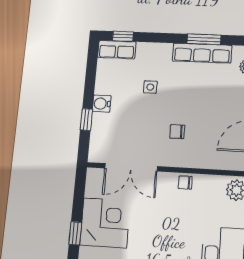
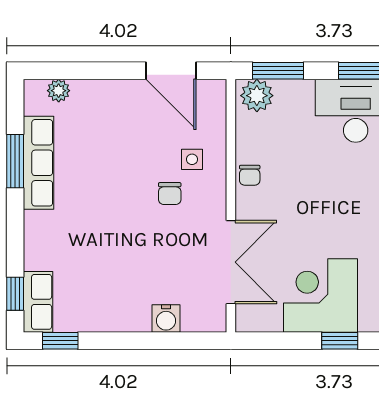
side table: (150, 87) -> (192, 159), moved
water cooler: (102, 104) -> (166, 318), moved
window: (86, 120) -> (60, 341), moved

